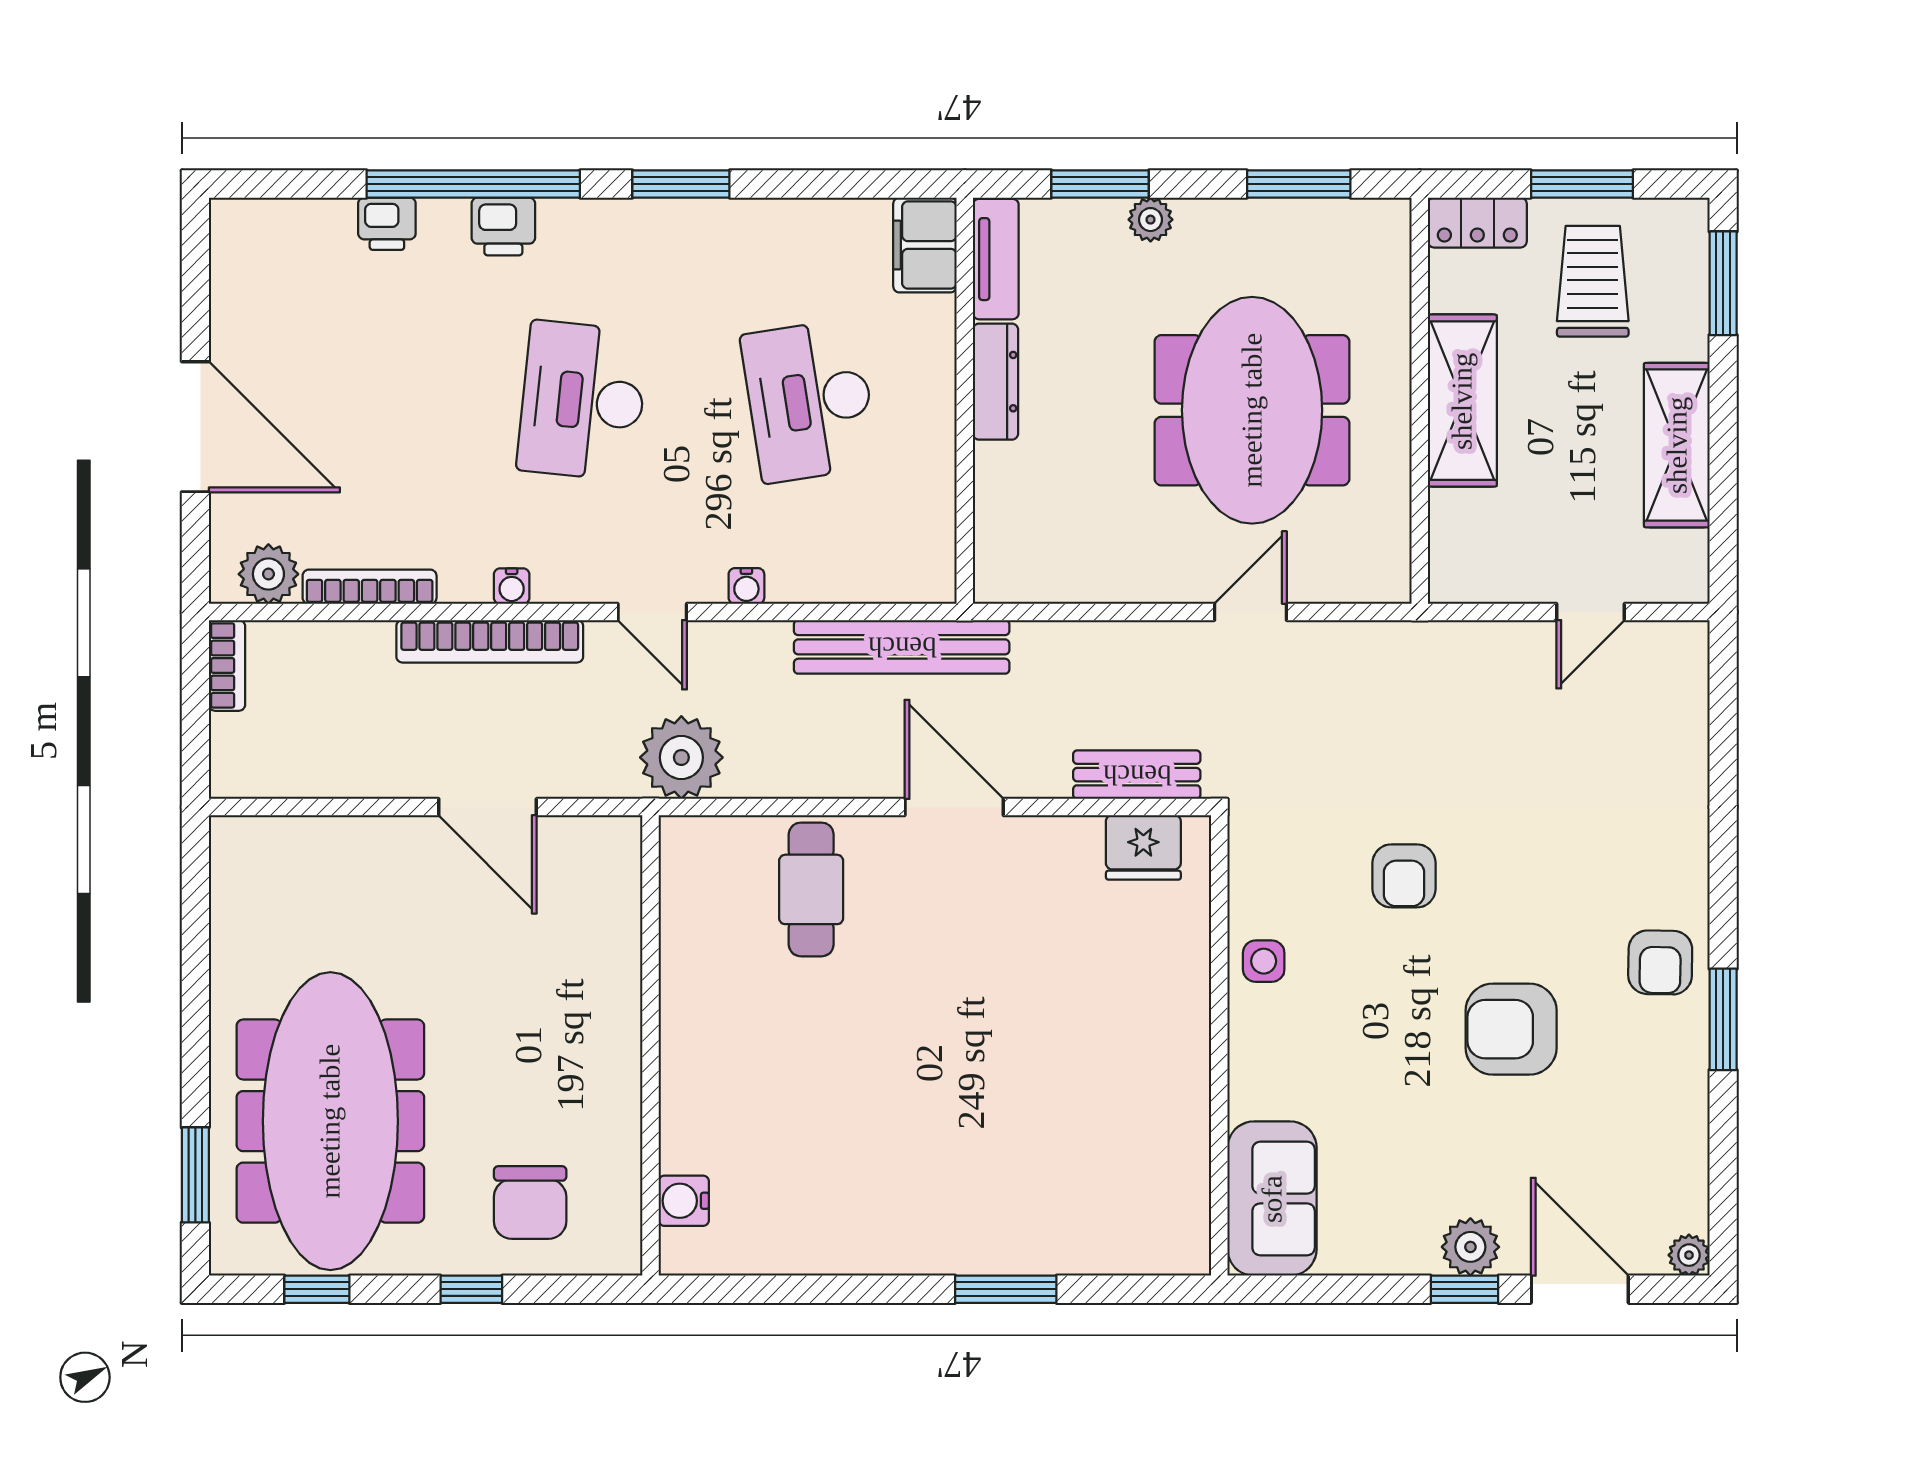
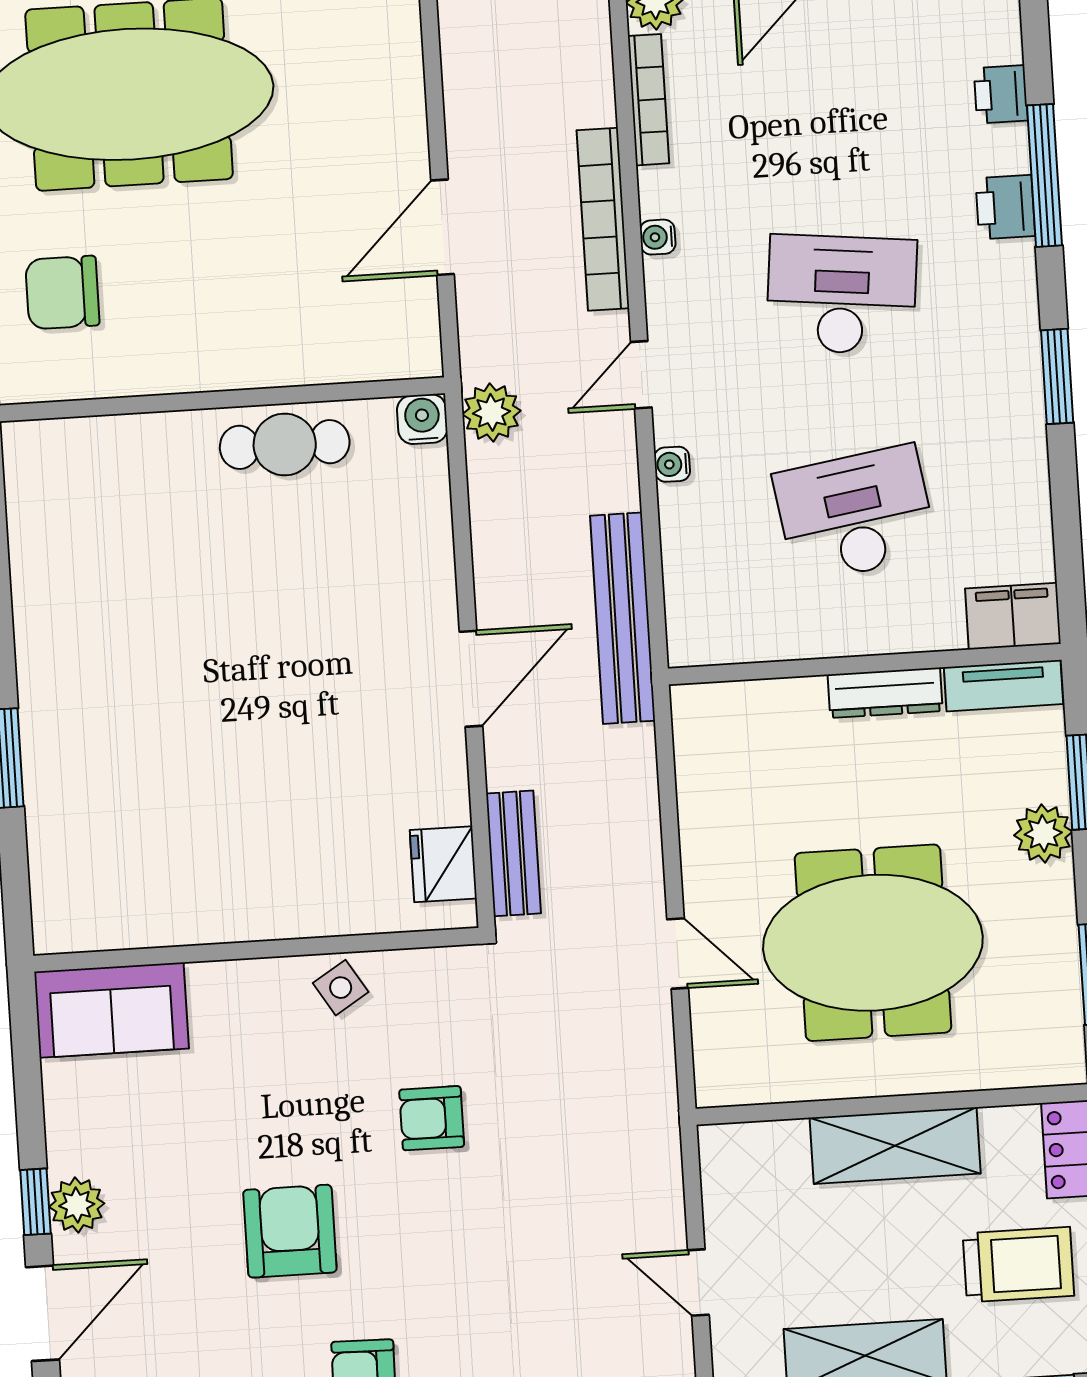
window: (473, 184) -> (1044, 175), width x0.68
plant: (1151, 220) -> (1043, 833), width x1.38, depth x1.38
plant: (681, 757) -> (492, 412), width x0.73, depth x0.73
cafe table: (811, 889) -> (285, 445), moved
side table: (1264, 961) -> (341, 988), turned -32
water cooler: (684, 1201) -> (422, 419), moved

